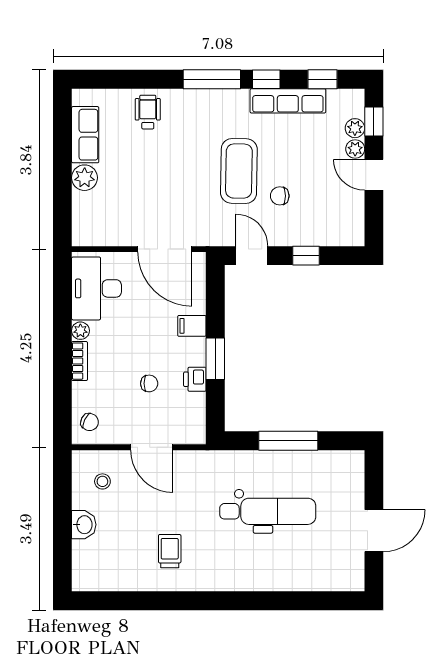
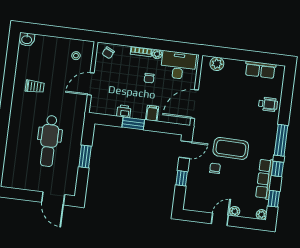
window: (374, 122) -> (248, 223), removed
plant: (355, 128) -> (261, 215), moved
plant: (85, 178) -> (217, 64), moved
chair: (149, 383) -> (149, 78), moved
window: (288, 441) -> (85, 156), width x0.69
washbasin: (84, 525) -> (27, 39), moved
door: (374, 531) -> (53, 198), moved

